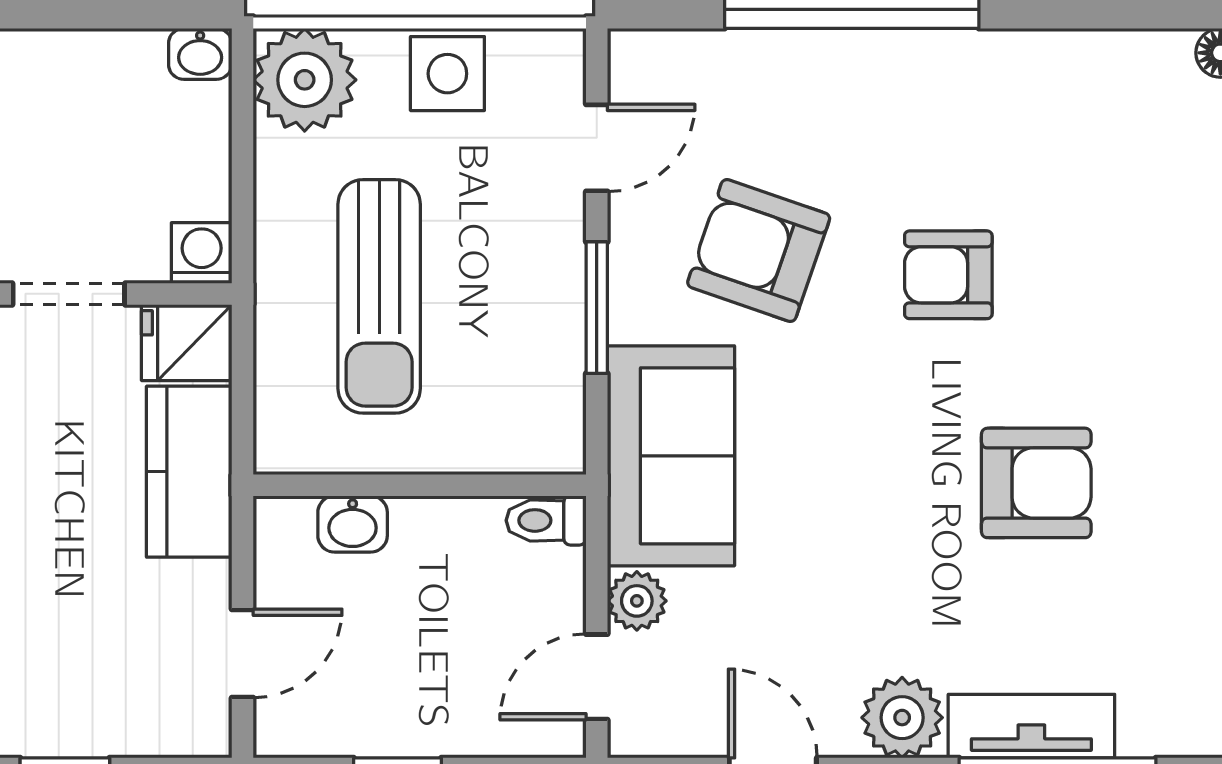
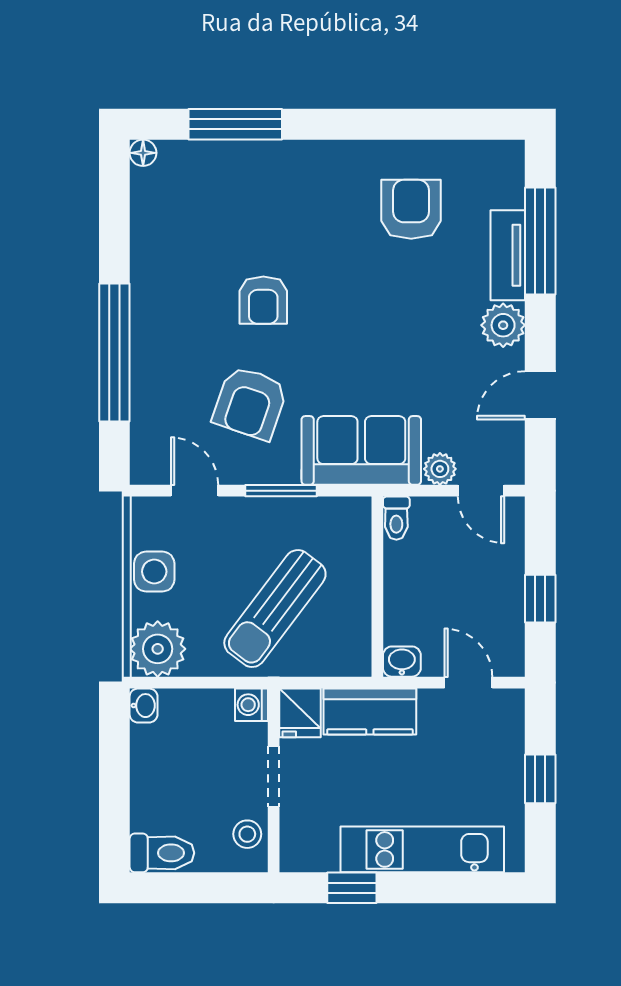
sun lounger: (379, 296) -> (275, 609), turned 127
armchair: (1036, 483) -> (411, 209), moved
washbasin: (353, 524) -> (402, 662), moved, turned -90

